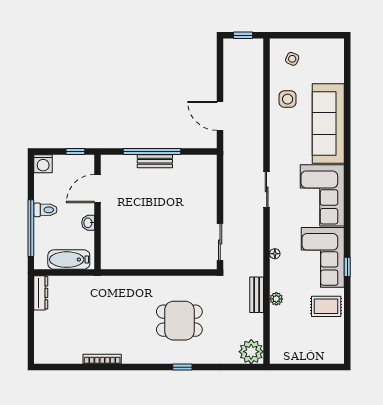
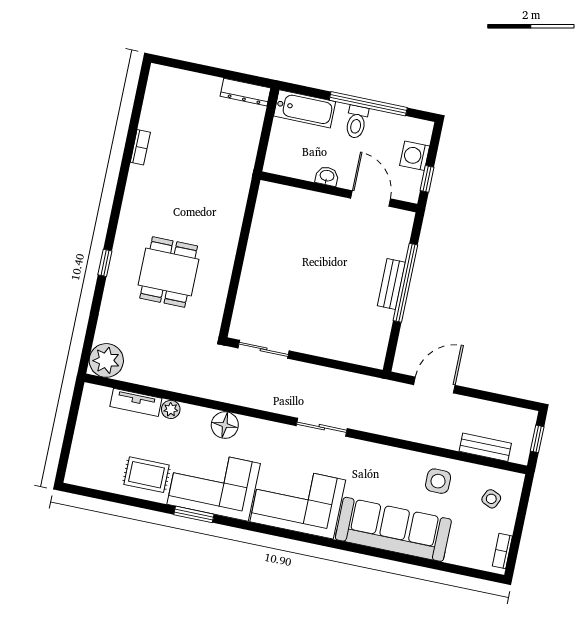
bookcase: (328, 43) -> (502, 551), added
washing machine: (43, 164) -> (415, 156), moved
window: (31, 228) -> (368, 104), moved
floor lamp: (275, 254) -> (225, 425), width x1.89, depth x1.89
bathtub: (69, 260) -> (305, 109), moved, turned 90
window: (347, 267) -> (194, 514), width x1.50
bench: (257, 295) -> (485, 447), moved
rug: (326, 306) -> (146, 475), turned 90
tv unit: (276, 325) -> (136, 402), added
bookcase: (102, 359) -> (140, 147), width x0.64

